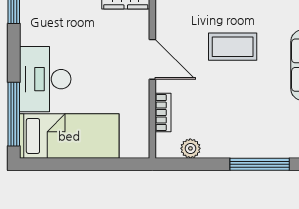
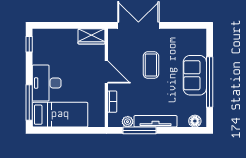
coffee table: (233, 47) -> (151, 65), turned 90
tv unit: (241, 148) -> (155, 121), added
window: (260, 164) -> (140, 130), moved

